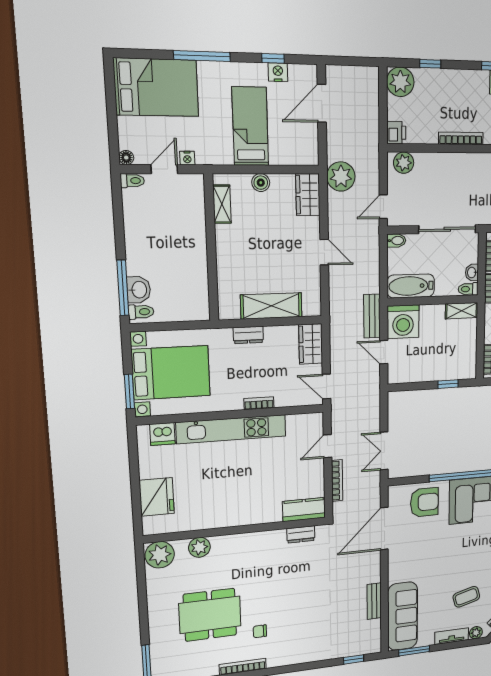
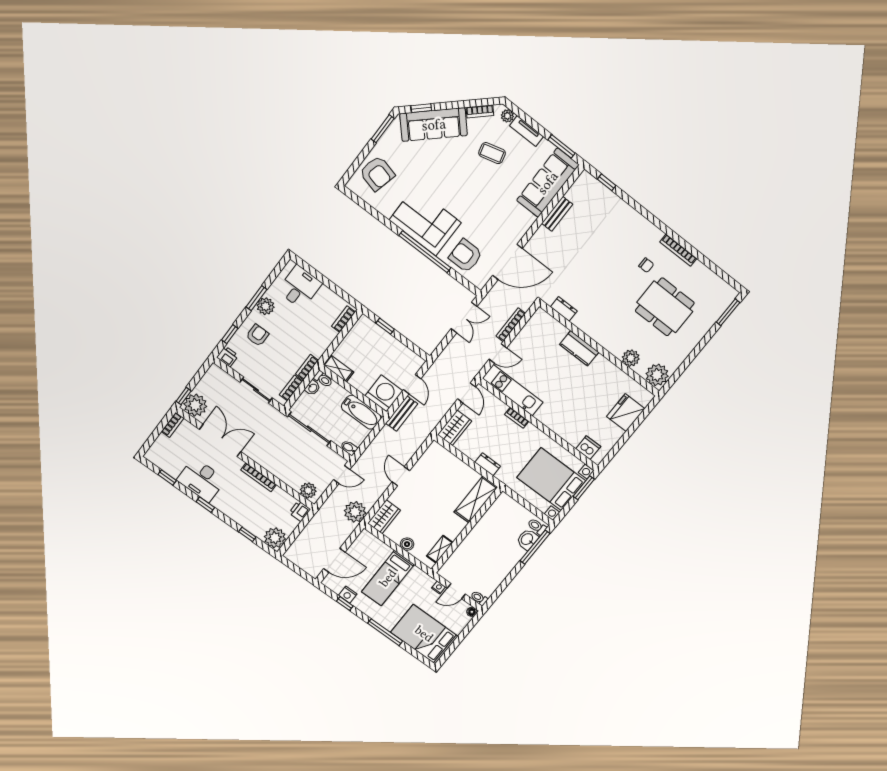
shelving: (271, 306) -> (476, 500), moved, turned 90
kitchen unit: (231, 429) -> (513, 390), moved, width x0.73
kitchen counter: (304, 509) -> (579, 348), moved

